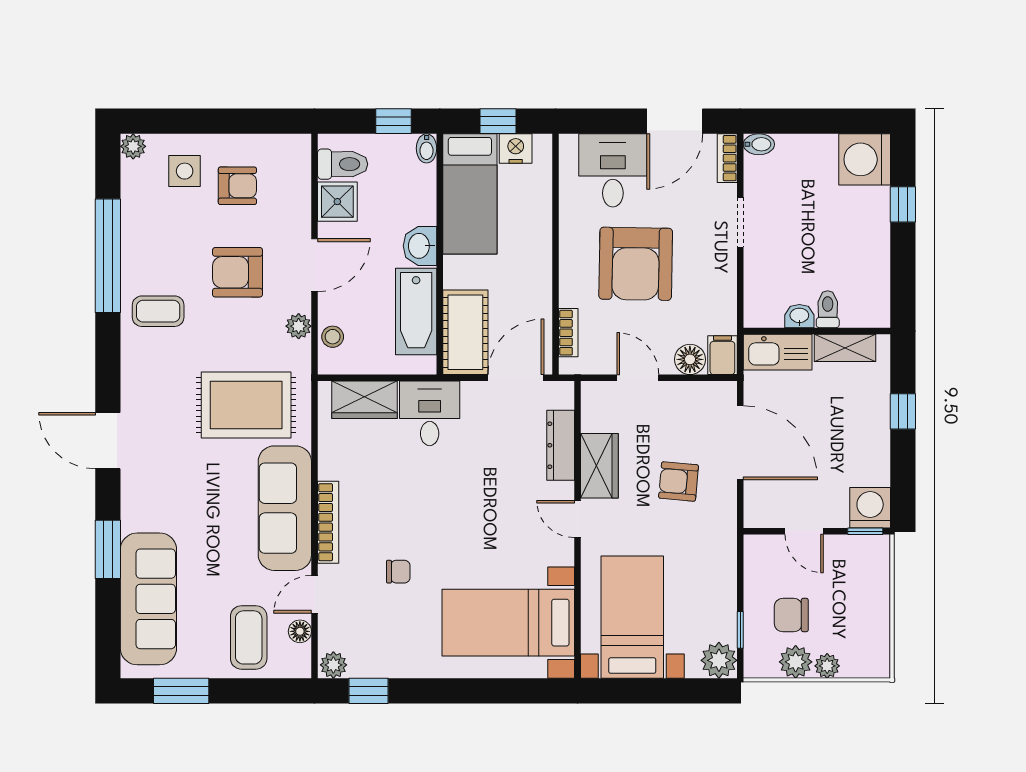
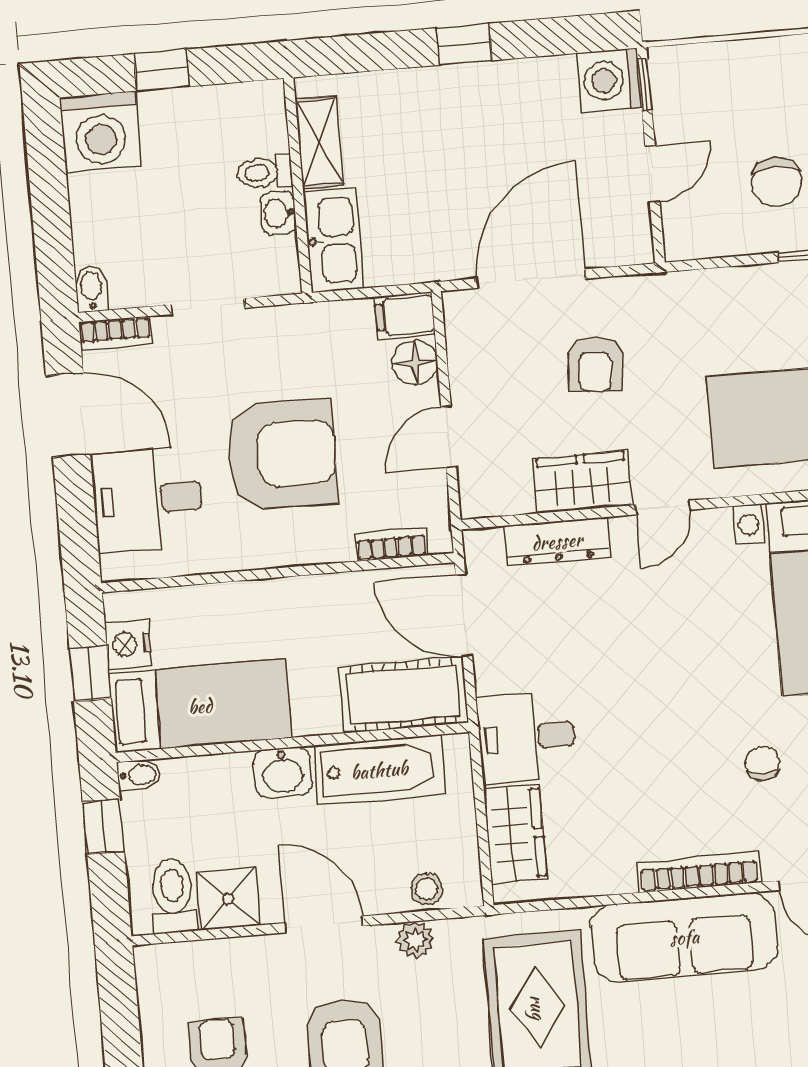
toilet: (828, 309) -> (265, 172), moved
washbasin: (799, 316) -> (278, 213), moved
wall: (817, 331) -> (298, 185), moved
shelving: (845, 348) -> (319, 142), moved
kitchen sink: (778, 352) -> (334, 240), moved

